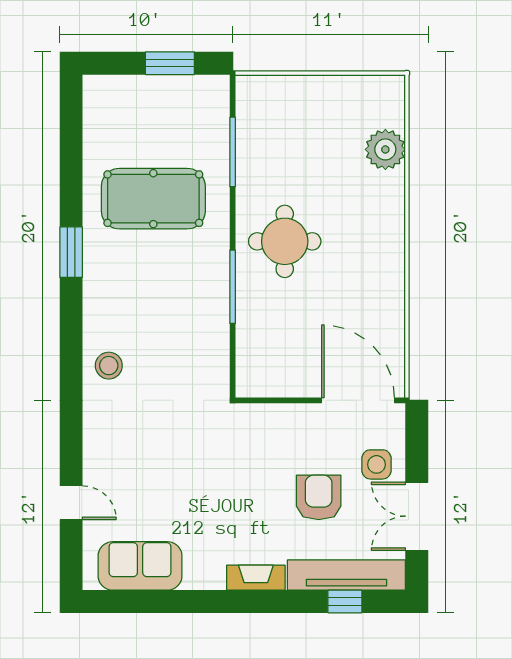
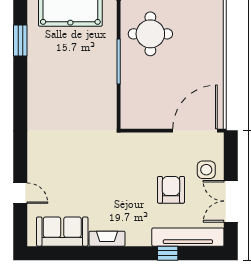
stool: (109, 366) -> (43, 110), removed
door: (358, 400) -> (195, 131), hinge flipped
fireplace: (256, 578) -> (107, 239), moved
window: (345, 602) -> (168, 253), moved

